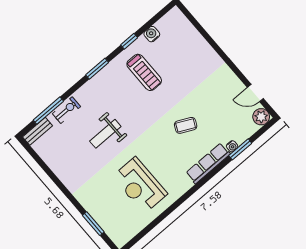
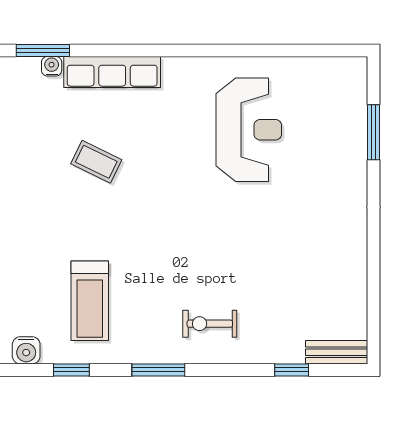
treadmill: (144, 72) -> (90, 301), turned 180
exercise bike: (66, 110) -> (210, 324), moved
window: (48, 111) -> (292, 370), width x0.46
weight bench: (105, 134) -> (234, 257), removed

